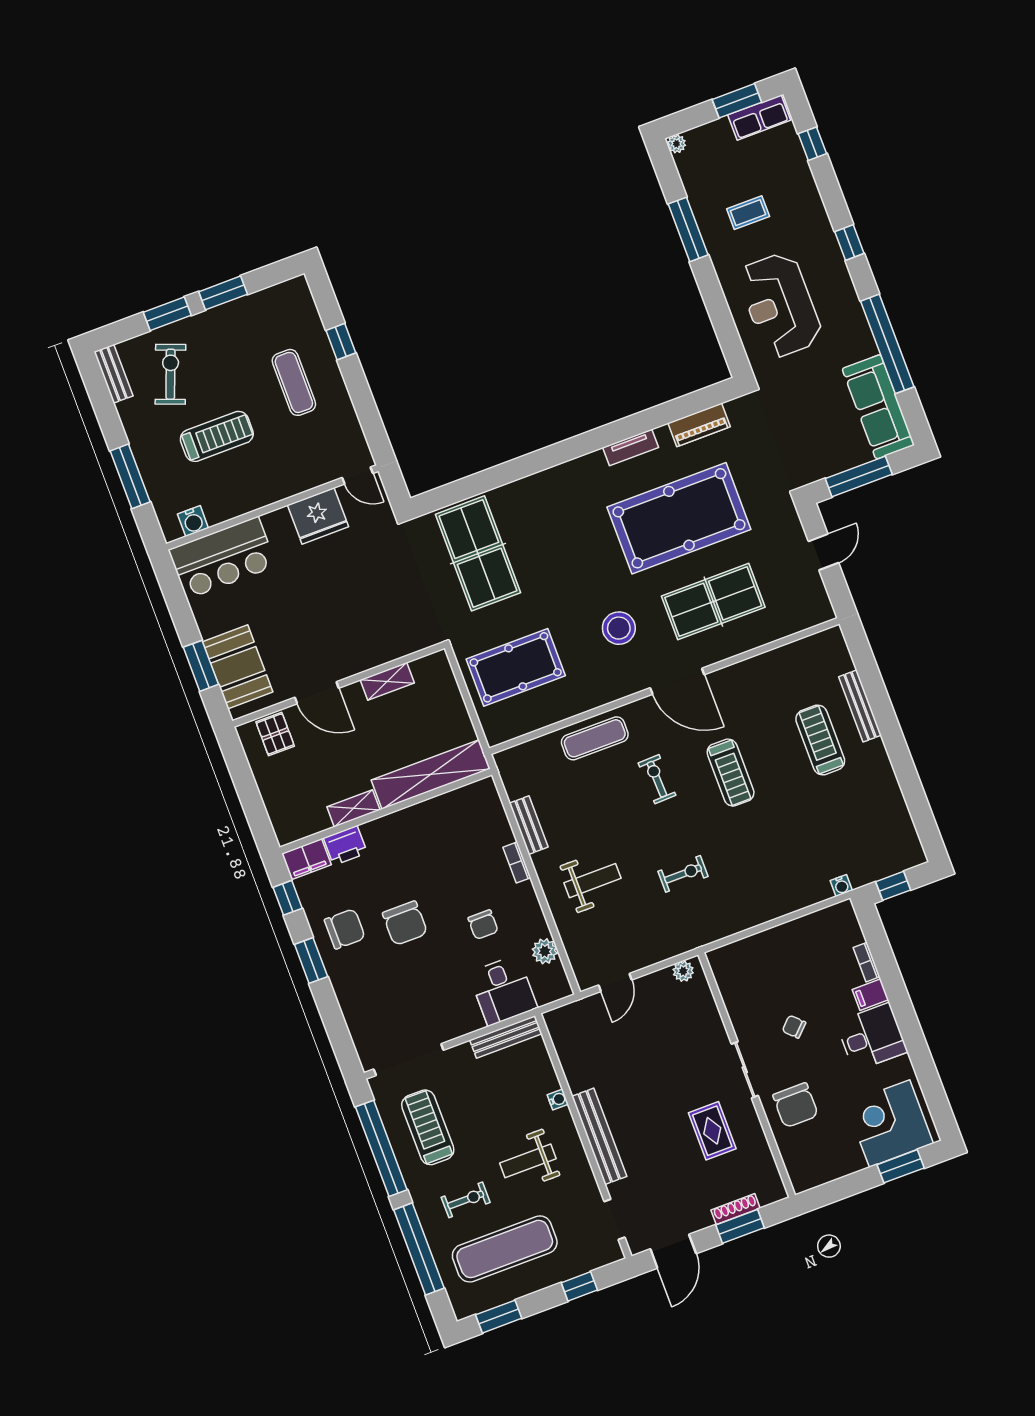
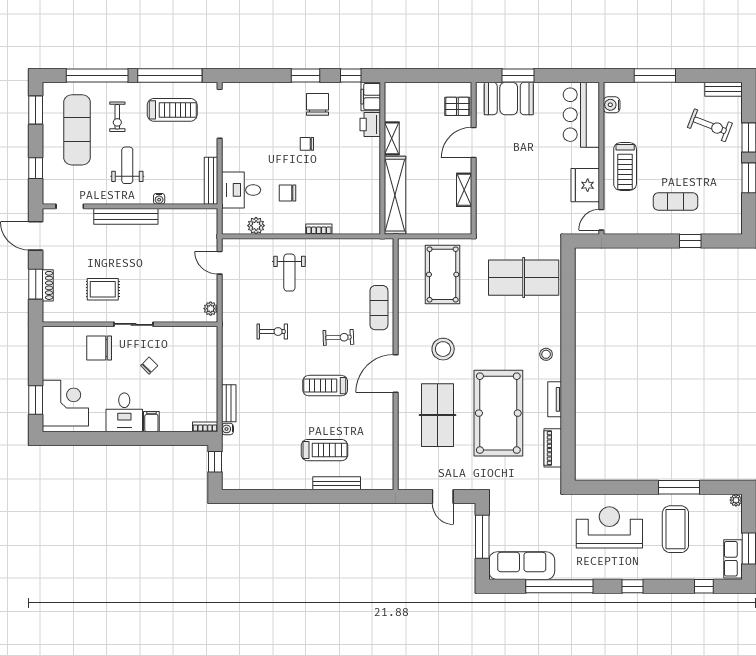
coffee table: (748, 213) -> (675, 529), width x1.86, depth x1.72
treadmill: (217, 436) -> (625, 167), moved
stool: (573, 483) -> (546, 354), added
bench: (529, 825) -> (229, 403), moved, turned 90
exercise bike: (683, 874) -> (272, 332), turned -90
chair: (405, 923) -> (307, 144), width x0.54, depth x0.54
chair: (345, 929) -> (317, 104), turned 180
bookcase: (867, 962) -> (205, 427), moved

